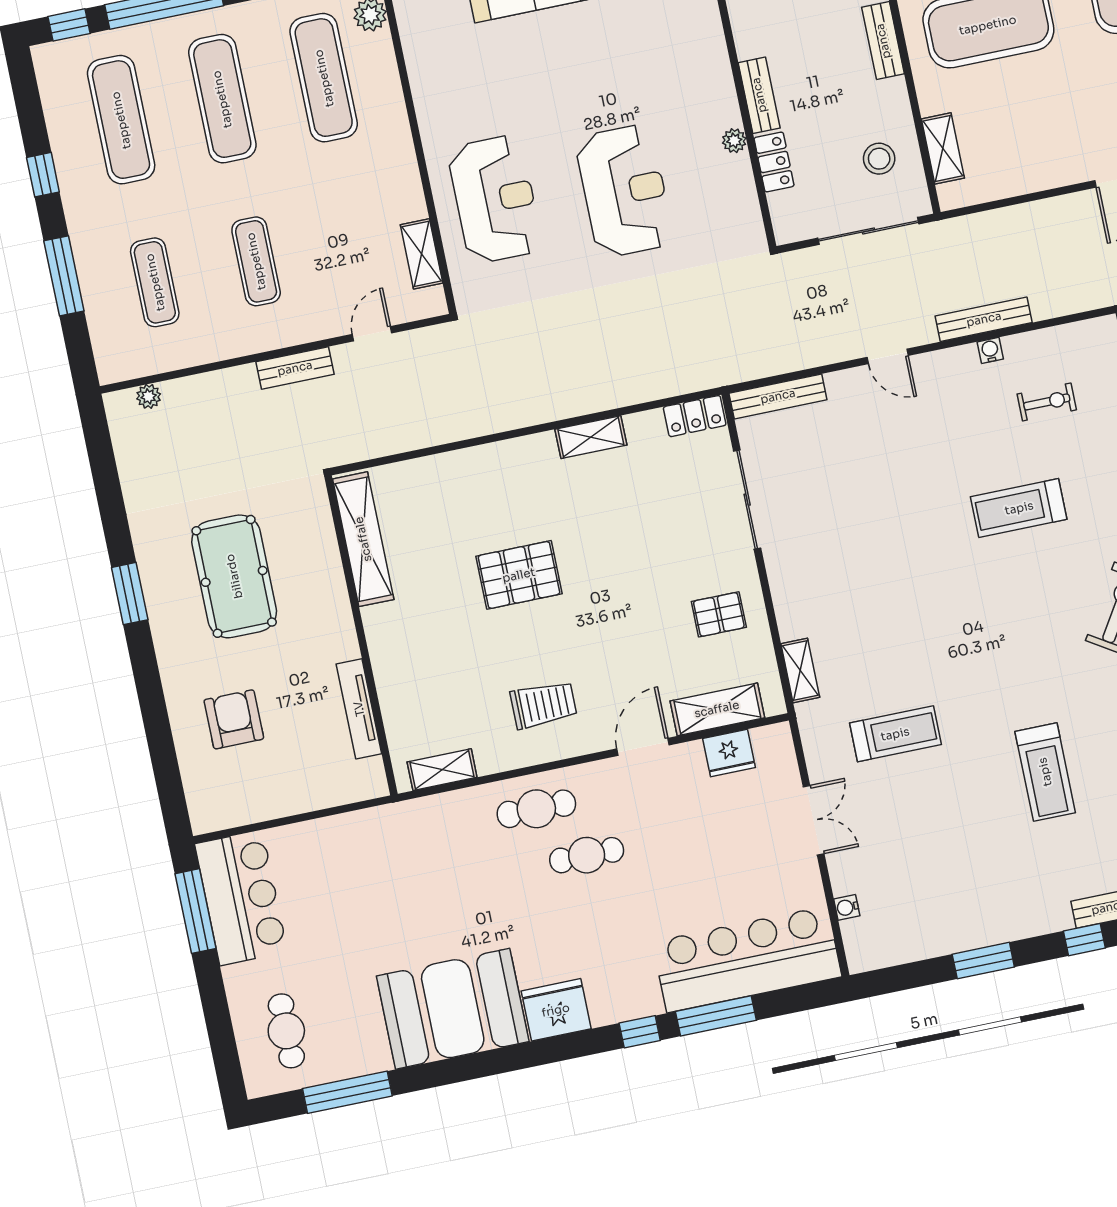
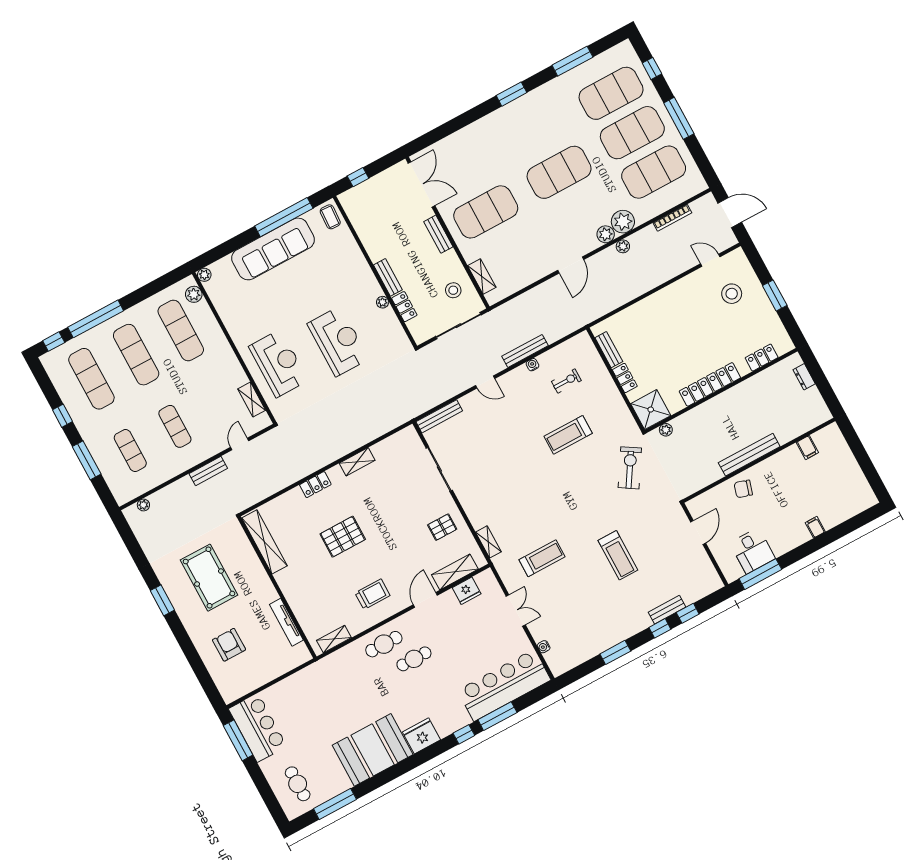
locker: (695, 416) -> (315, 485), moved

